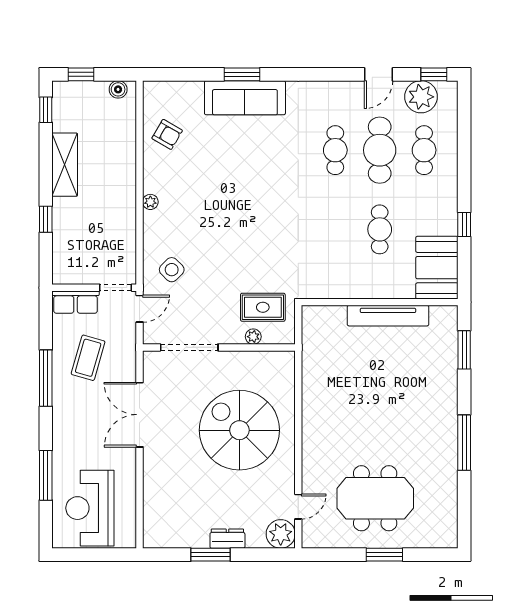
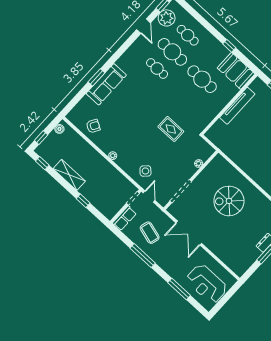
cafe table: (380, 229) -> (202, 79), width x1.37, depth x1.35
rug: (263, 307) -> (171, 129), moved, turned 90
spiral stairs: (239, 430) -> (229, 201), width x0.73, depth x0.73

